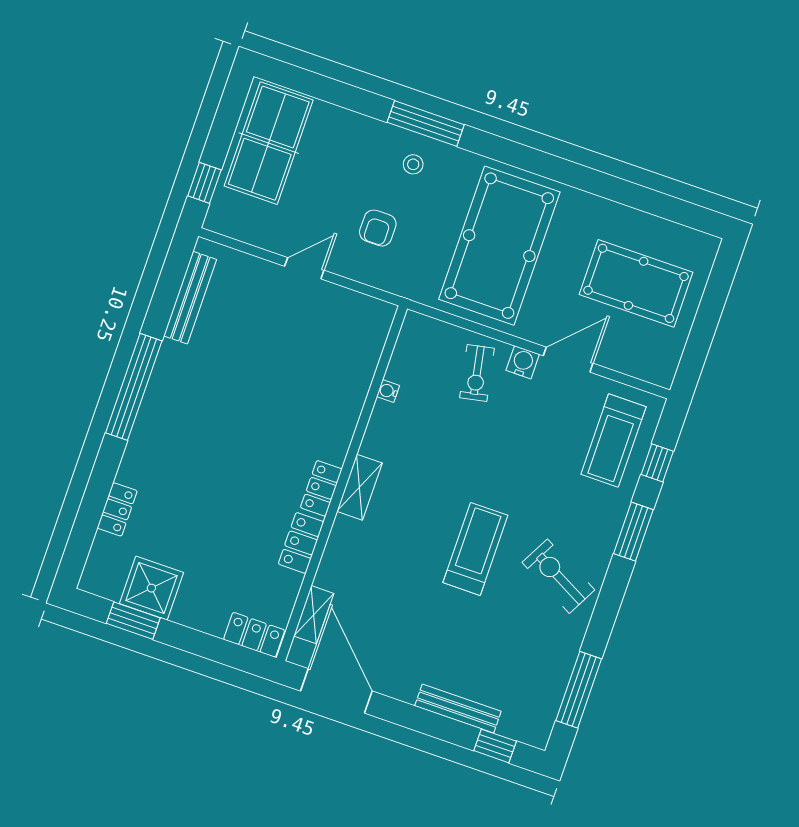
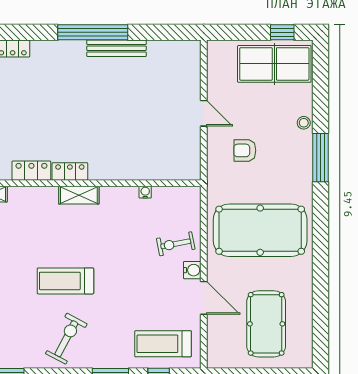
stool: (413, 164) -> (304, 123), moved
window: (204, 183) -> (282, 32), moved
bench: (190, 298) -> (116, 48), moved
treadmill: (475, 549) -> (65, 281), turned 180

